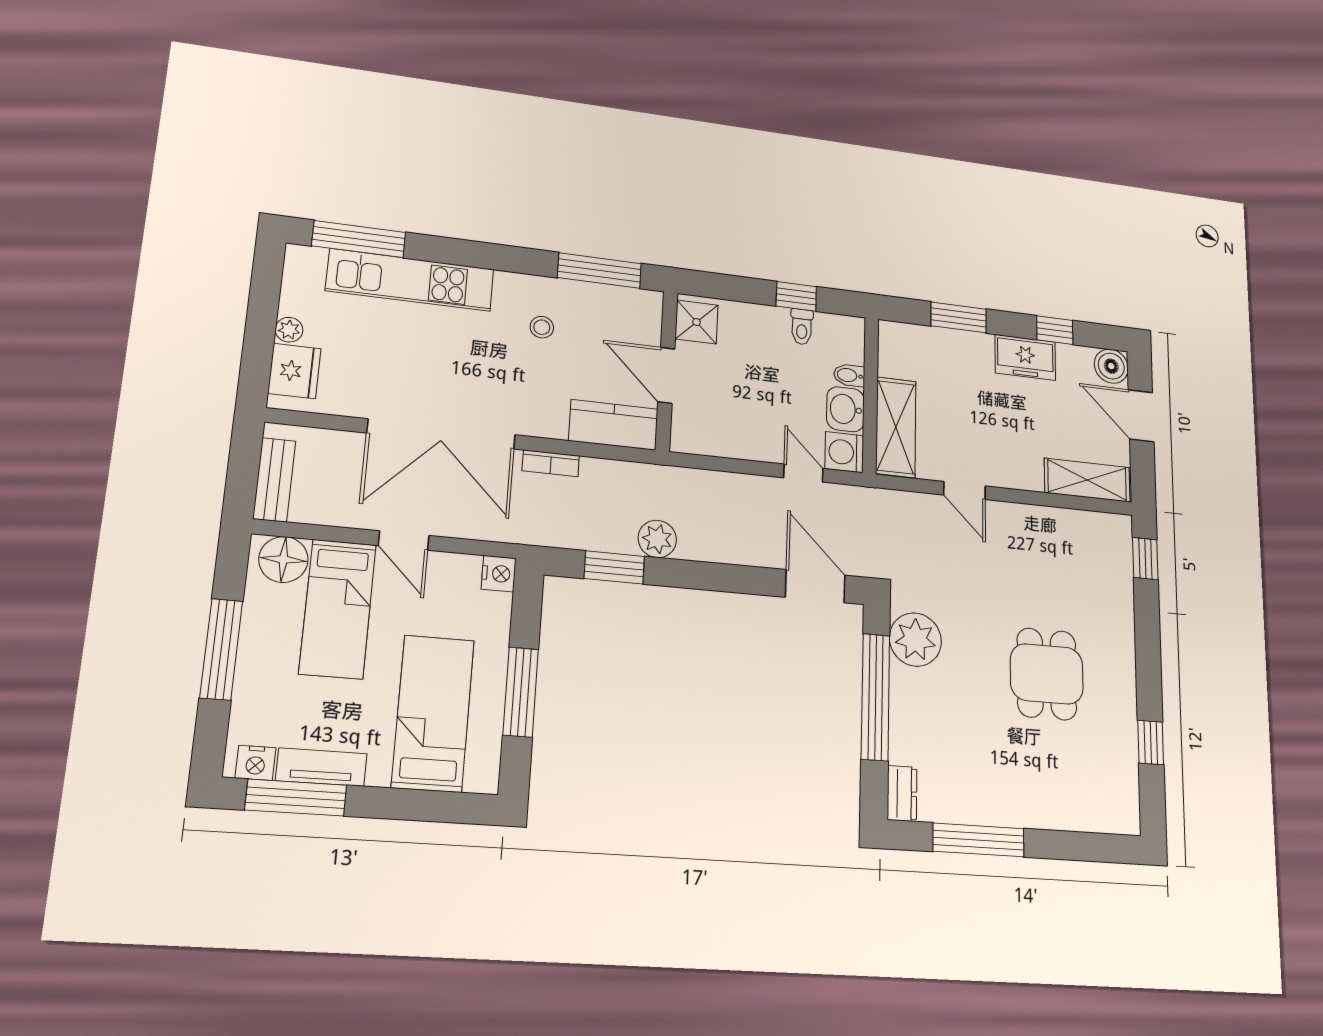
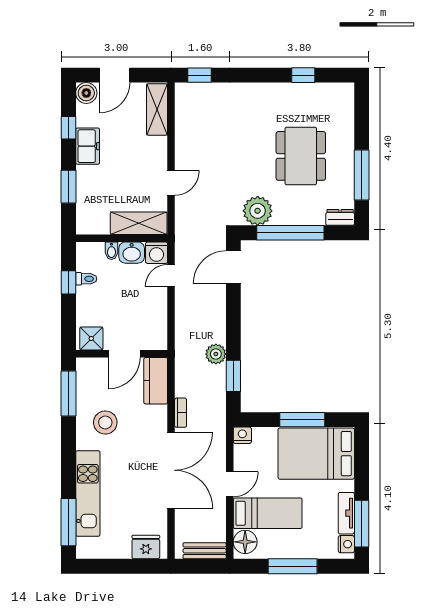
stool: (542, 327) -> (105, 422), width x1.89, depth x1.89
plant: (289, 330) -> (124, 552), removed
dining table: (1047, 674) -> (301, 156), moved, width x1.38
bed: (433, 713) -> (316, 454), width x1.50

